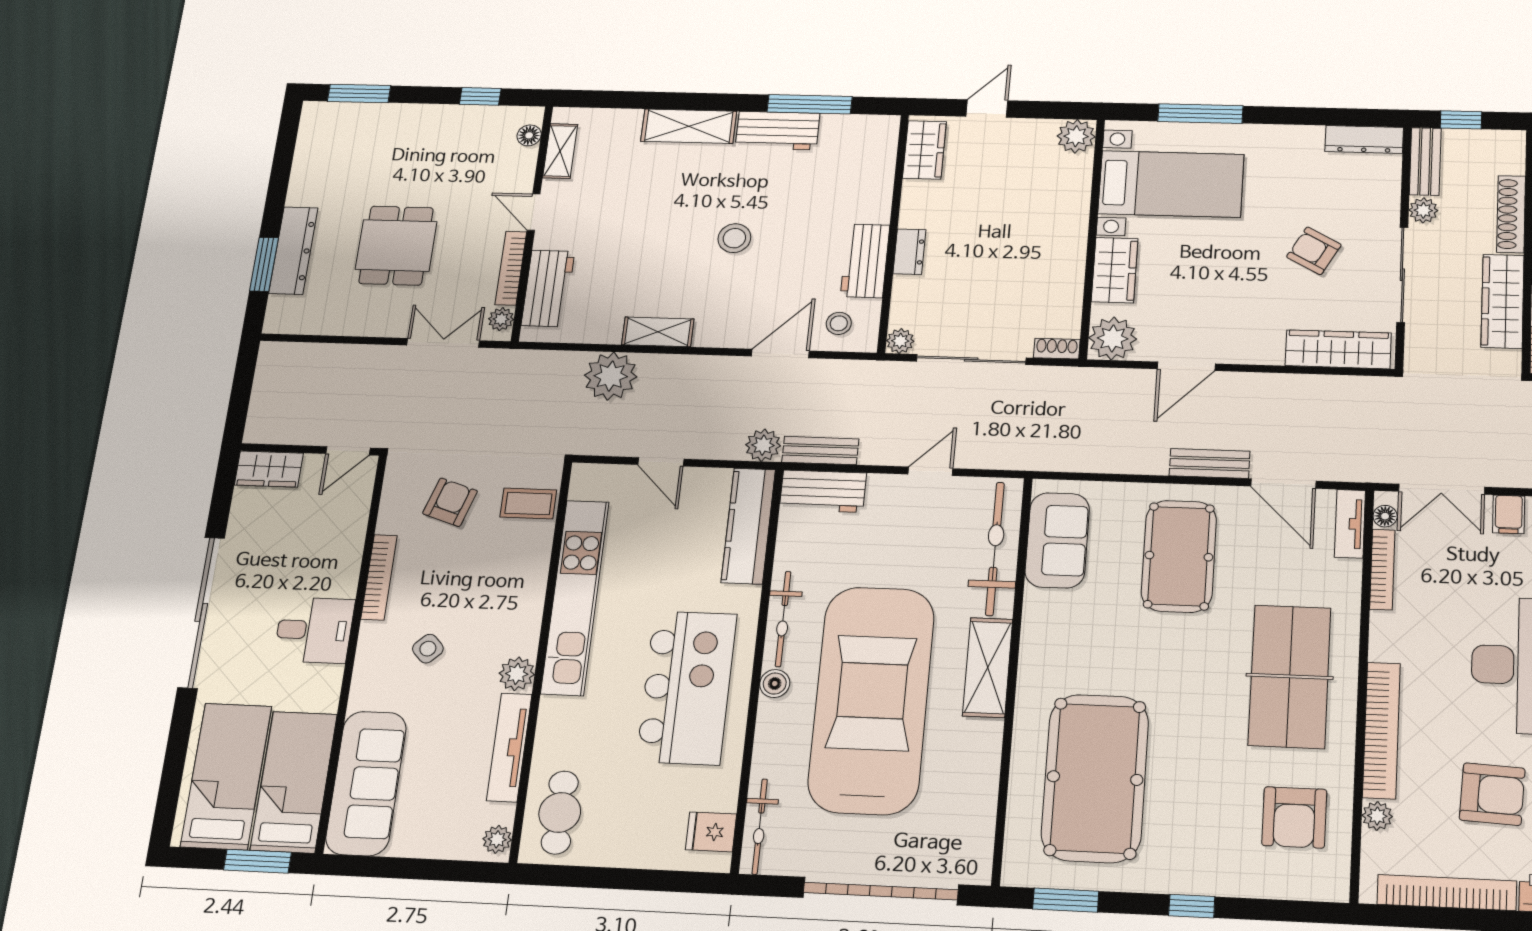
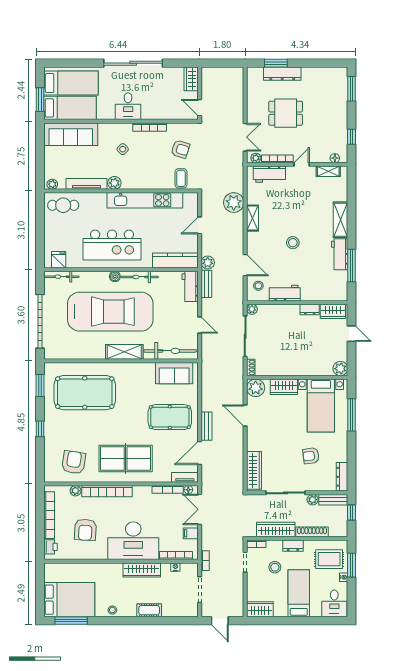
armchair: (1314, 251) -> (311, 456), moved, turned -126
dresser: (909, 252) -> (310, 309), moved
armchair: (1294, 817) -> (74, 462), turned 99

